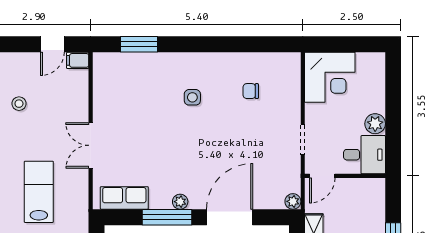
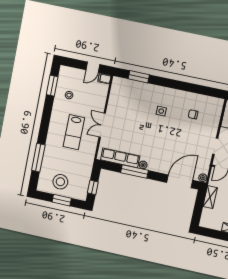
lab bench: (39, 192) -> (74, 132), moved, turned 180
row of seats: (124, 198) -> (120, 158), width x1.48
door: (230, 217) -> (180, 181), moved

